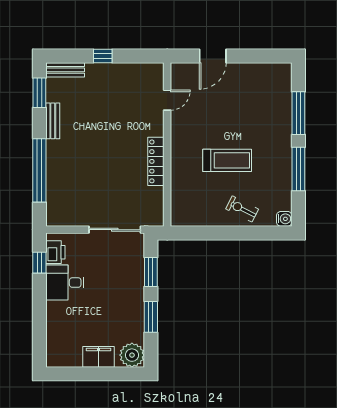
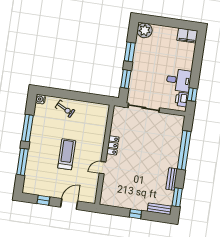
window: (255, 56) -> (43, 200), added
door: (167, 100) -> (103, 168), moved
treadmill: (227, 160) -> (67, 154), moved, turned 90
locker: (156, 161) -> (113, 145), width x0.66
filing cabinet: (98, 357) -> (187, 36), moved

